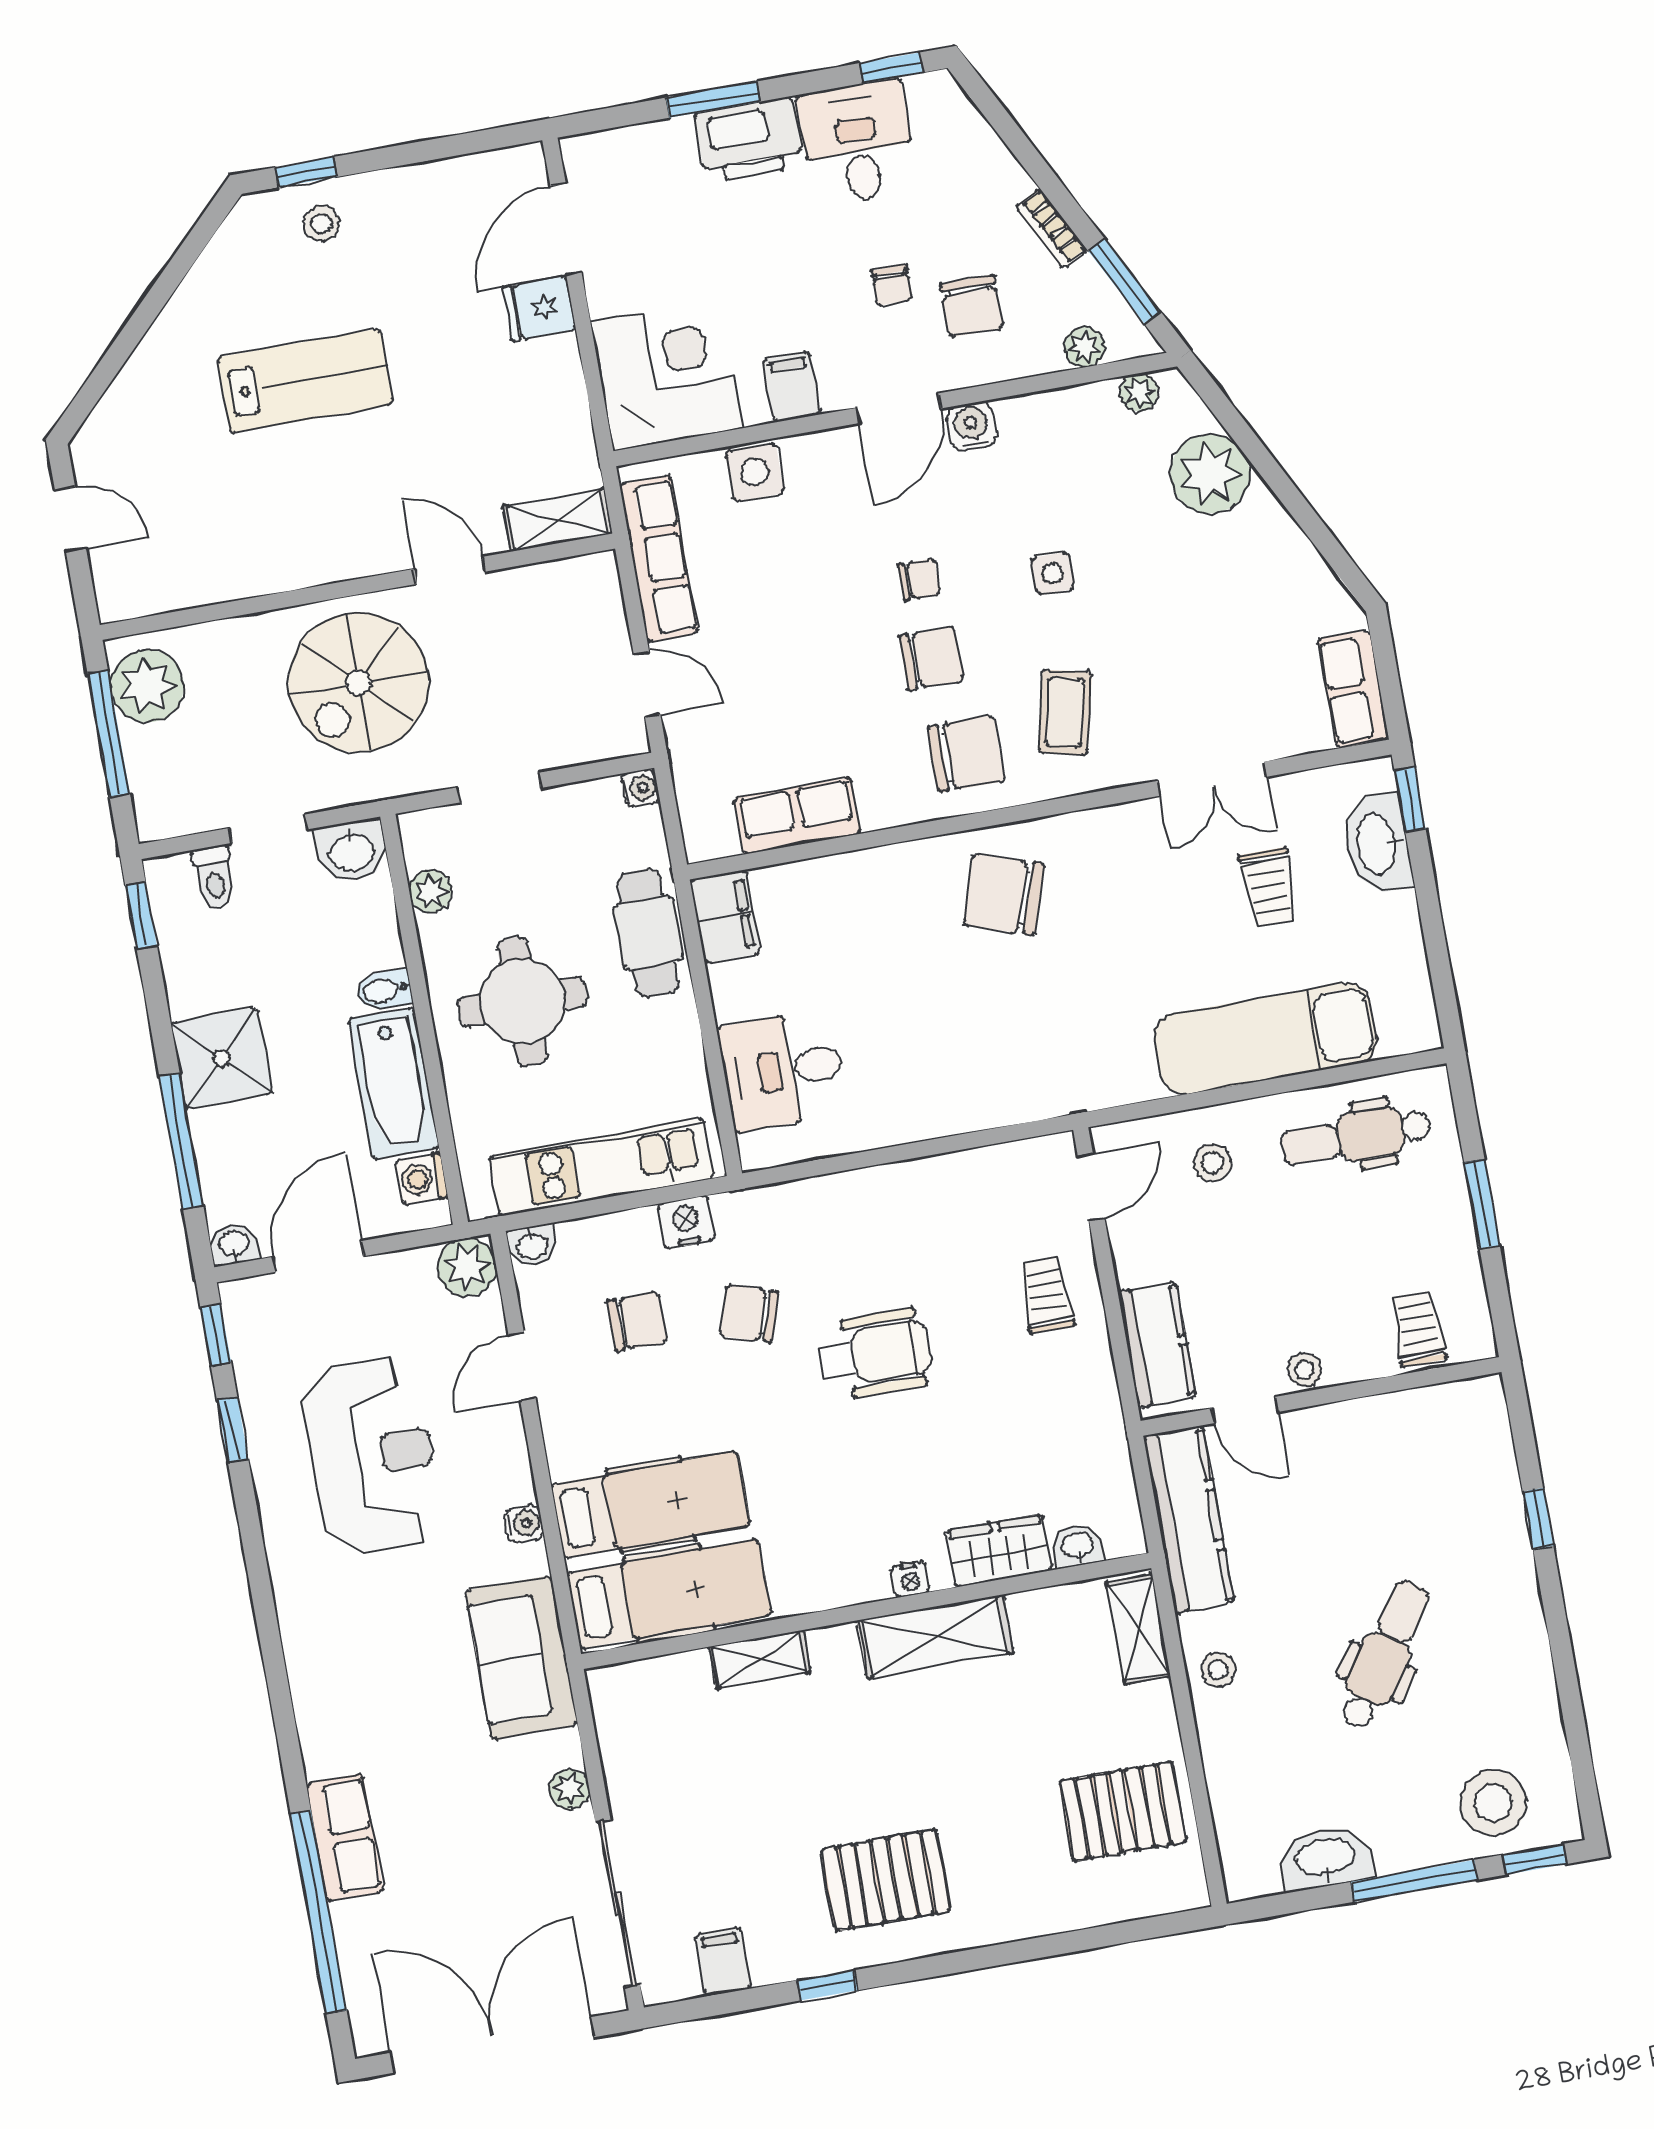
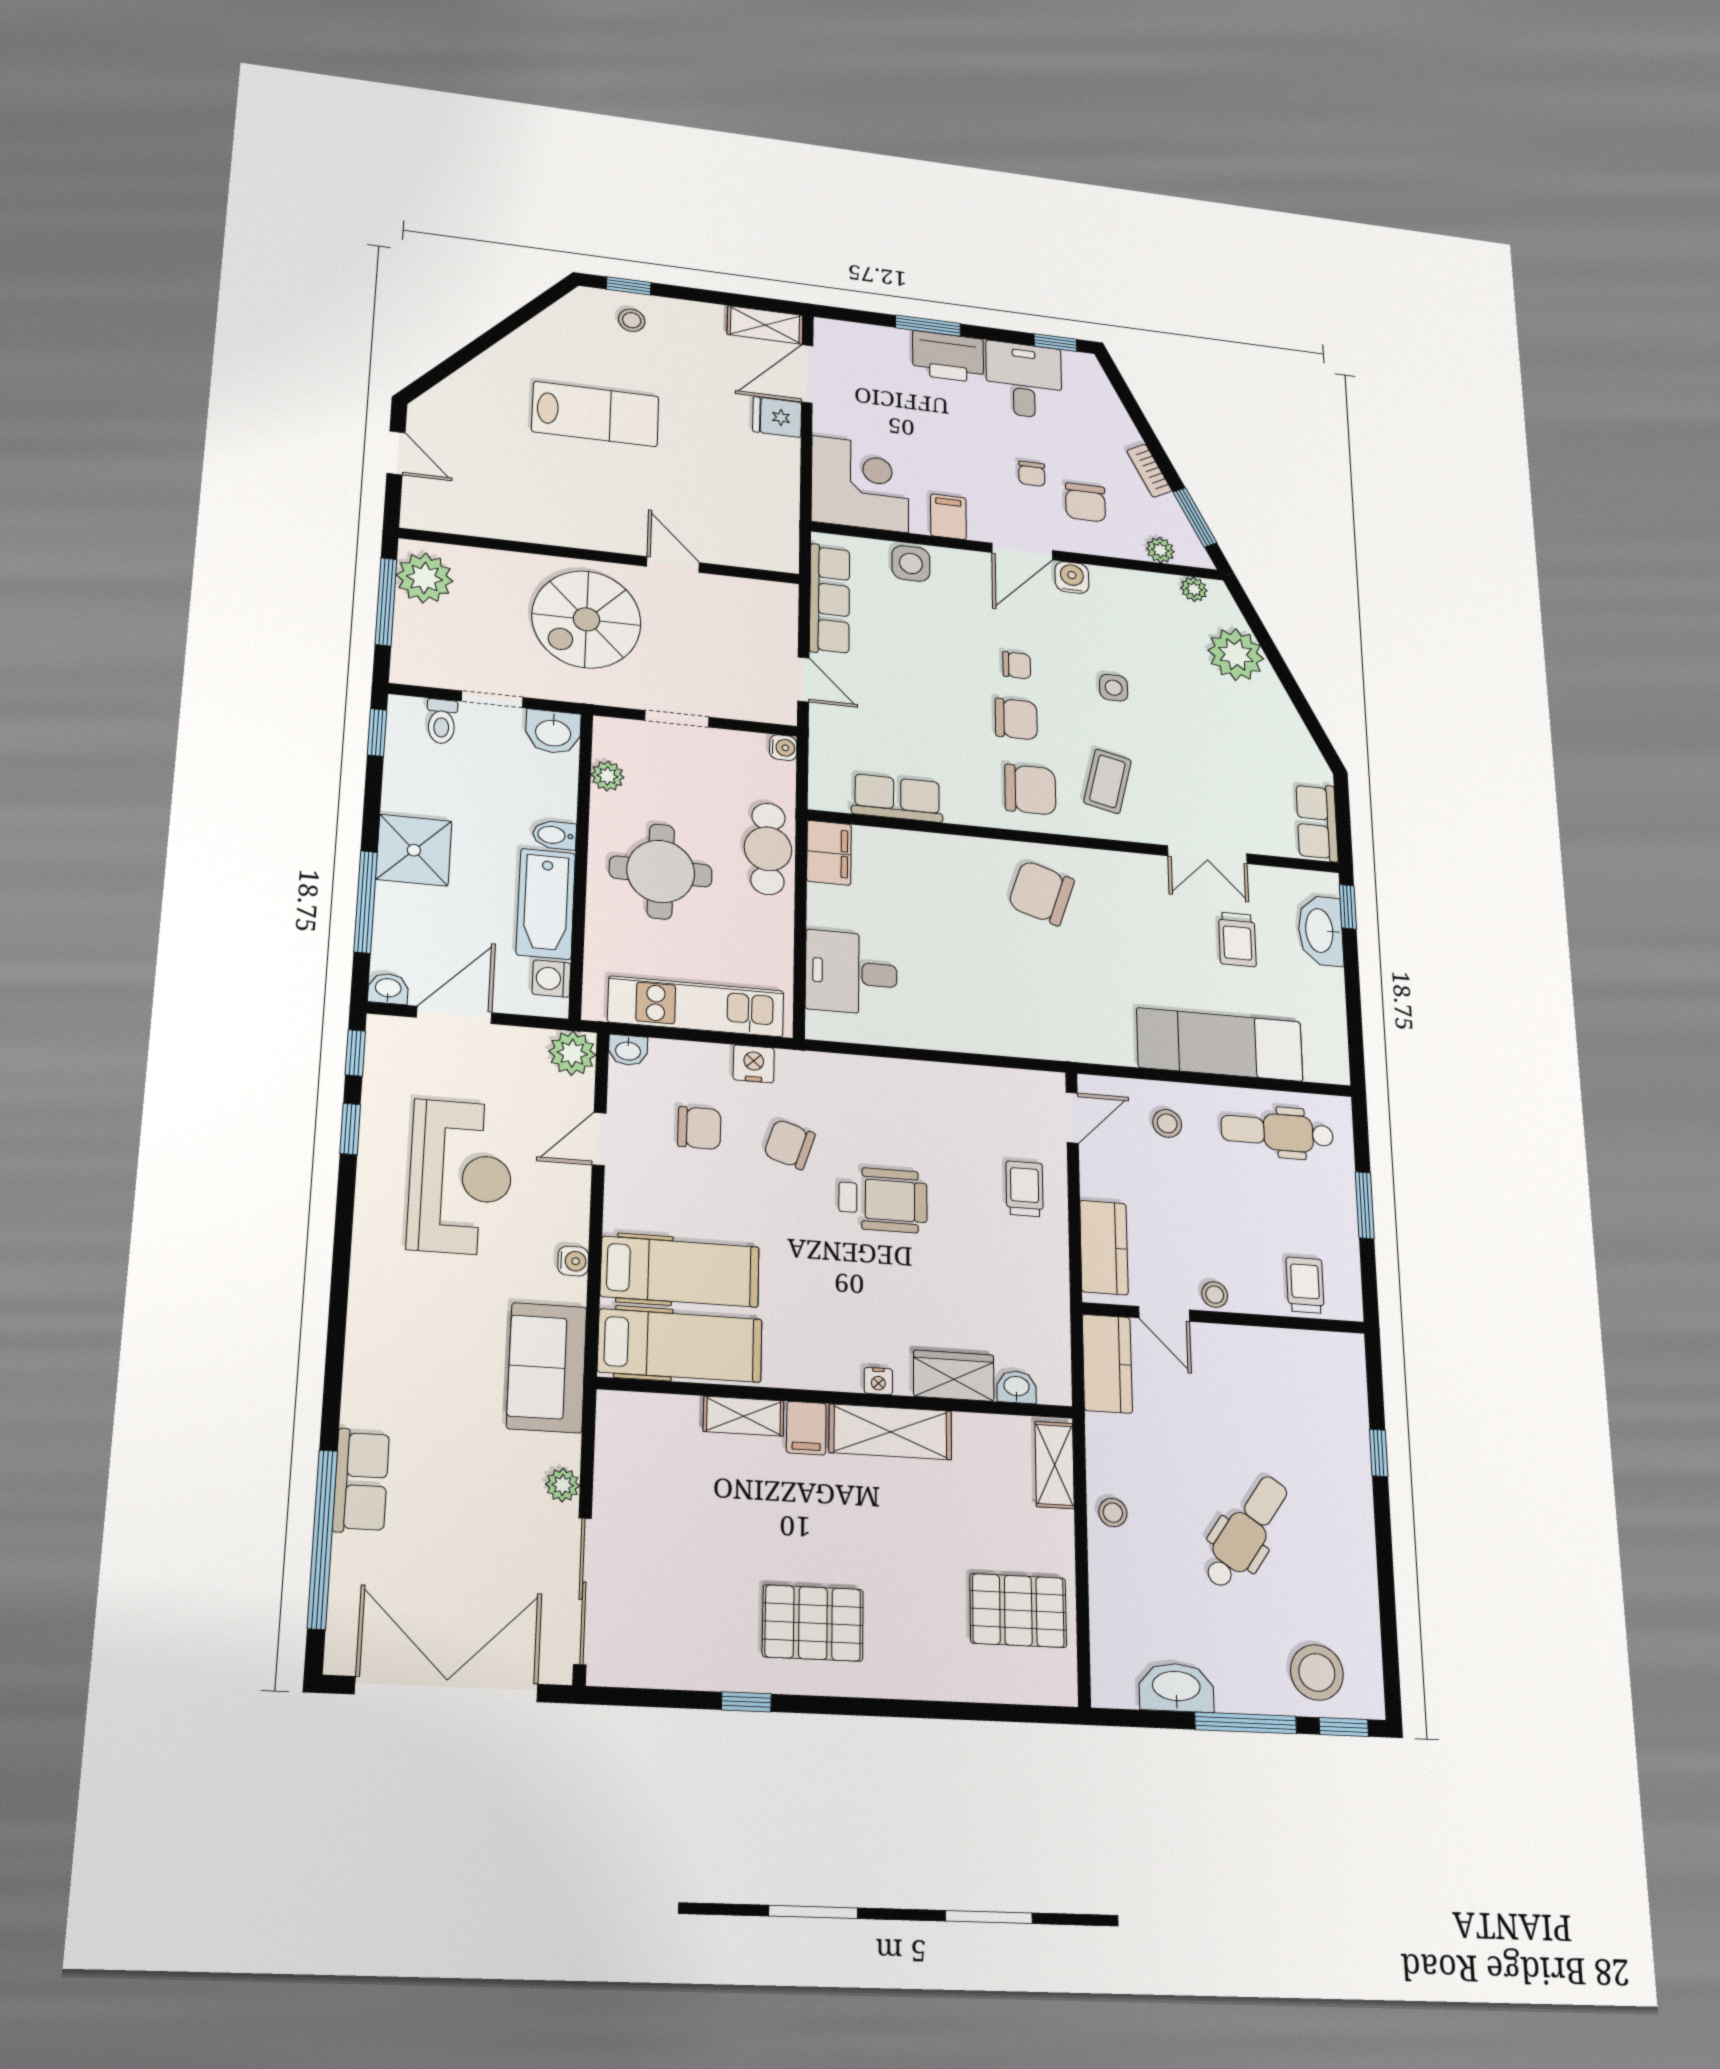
shelving: (558, 520) -> (765, 325), moved
kitchen counter: (1189, 1520) -> (1107, 1364), width x0.67
filing cabinet: (723, 1962) -> (806, 1428), moved, turned 180

